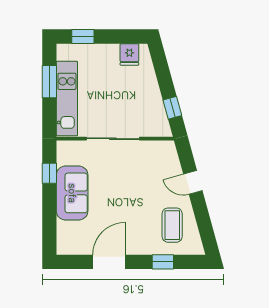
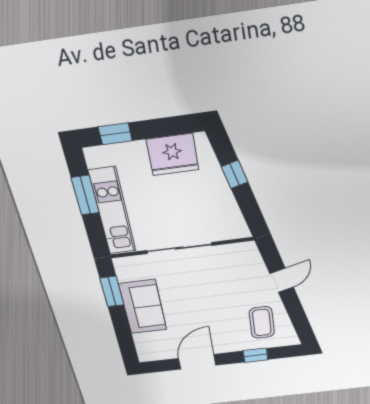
fridge: (129, 54) -> (173, 155), width x1.88, depth x1.34
window: (172, 108) -> (235, 174), moved
window: (49, 173) -> (112, 292), width x1.50
door: (193, 182) -> (282, 280), swing flipped

